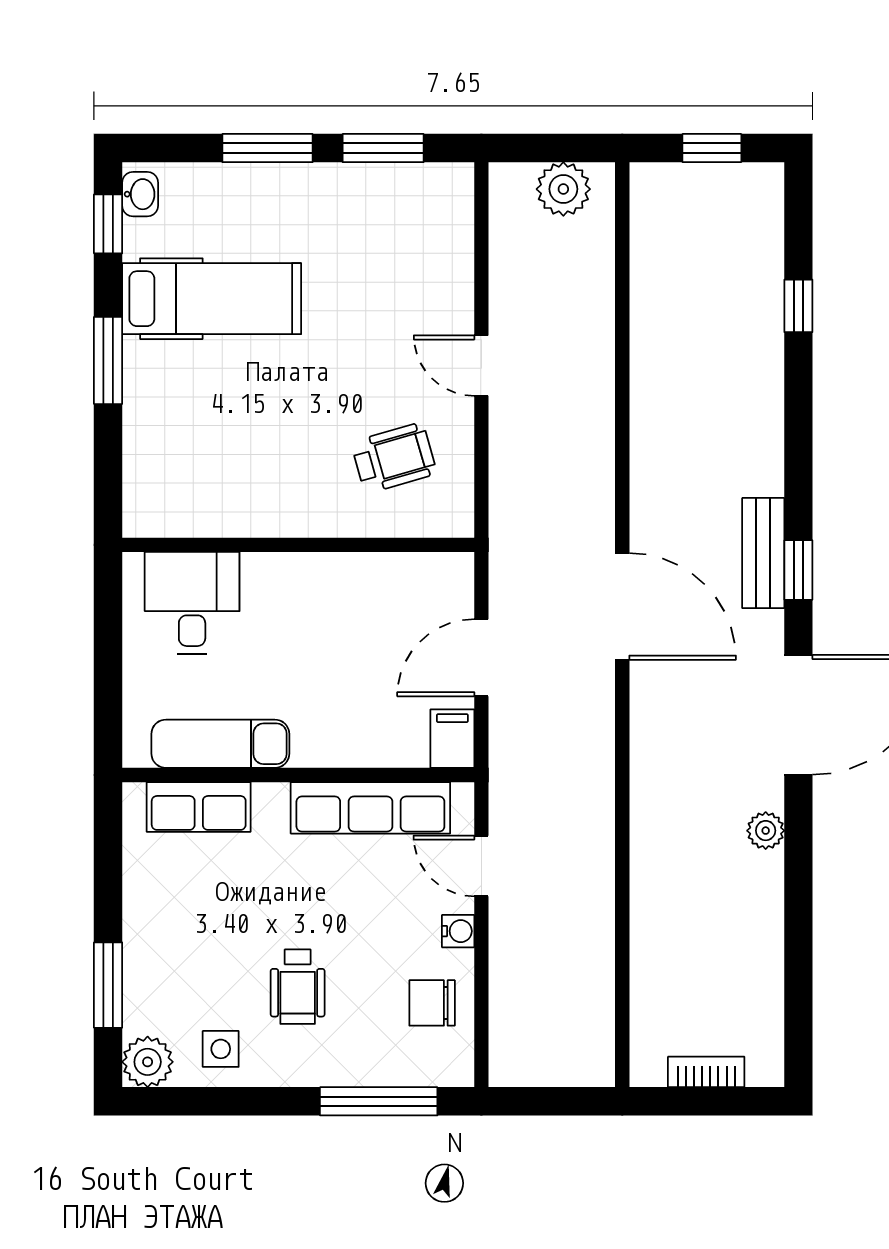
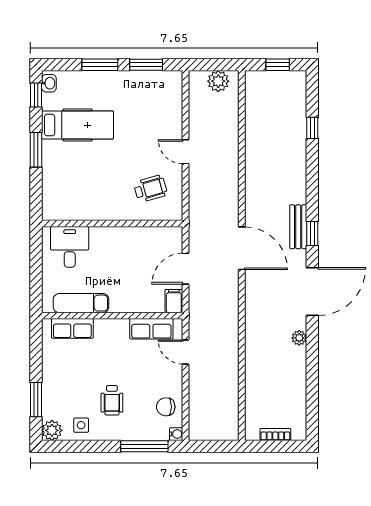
row of seats: (370, 808) -> (151, 329), width x0.68
water cooler: (458, 931) -> (176, 434), moved

